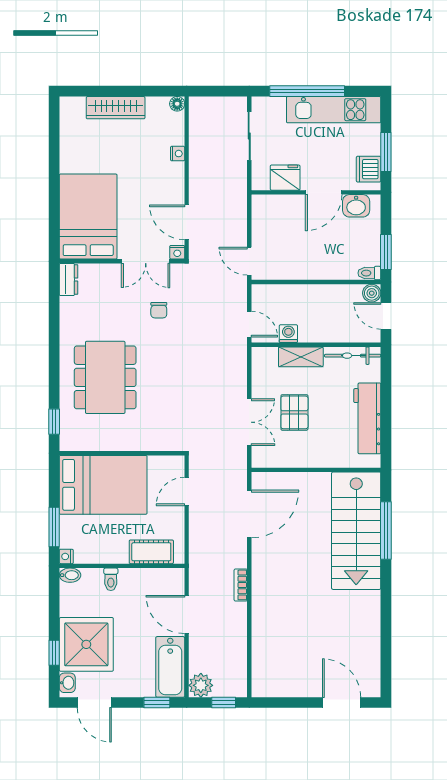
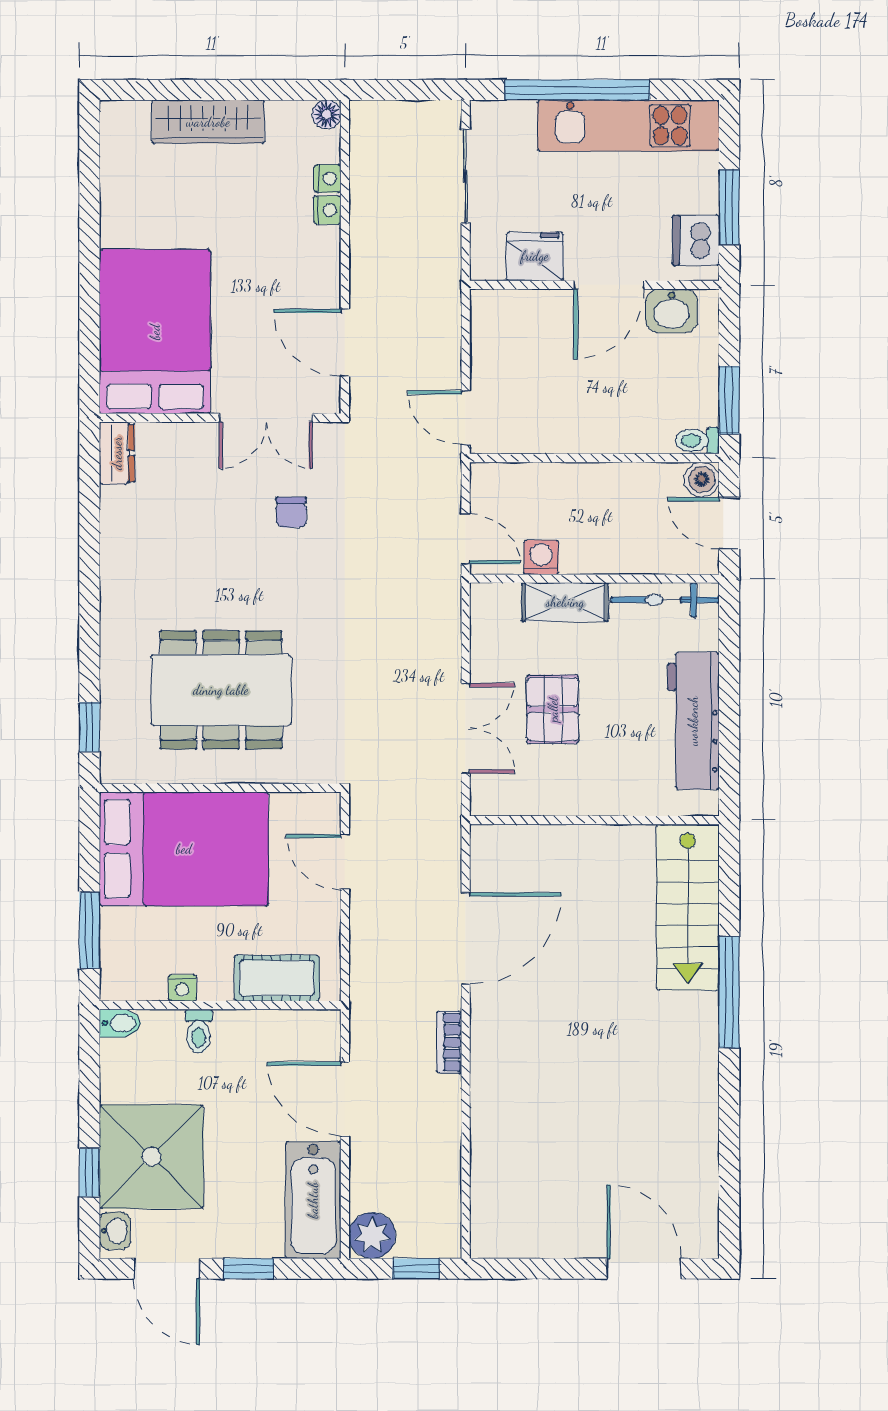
nightstand: (177, 252) -> (328, 179), moved, turned -90
dining table: (105, 377) -> (221, 690), moved, turned 90
door: (187, 491) -> (345, 862), hinge flipped
door: (249, 514) -> (466, 938), moved
stairs: (356, 531) -> (688, 907), width x0.73, depth x0.66
window: (386, 531) -> (729, 992), moved
nightstand: (66, 556) -> (182, 988), moved, turned -90
window: (157, 703) -> (248, 1269), moved

